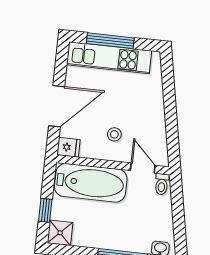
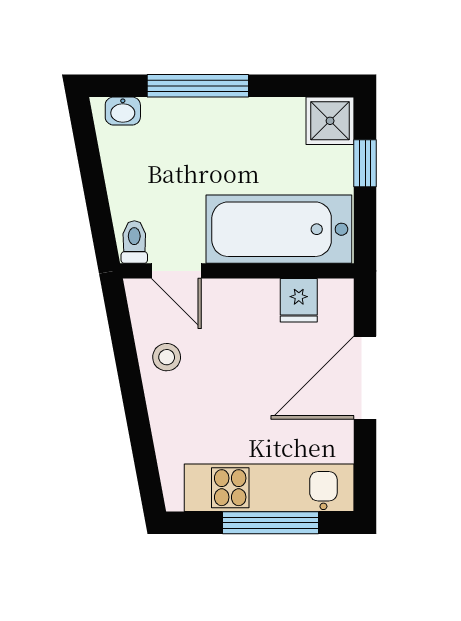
stool: (114, 134) -> (167, 357), moved
fridge: (68, 147) -> (299, 300), moved, turned -90

